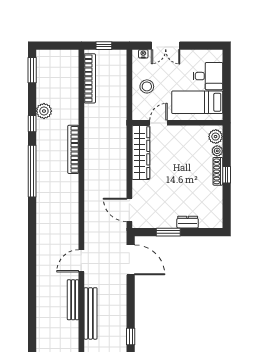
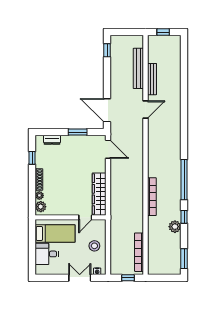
window: (227, 175) -> (32, 158), moved
dresser: (188, 222) -> (52, 140), moved

